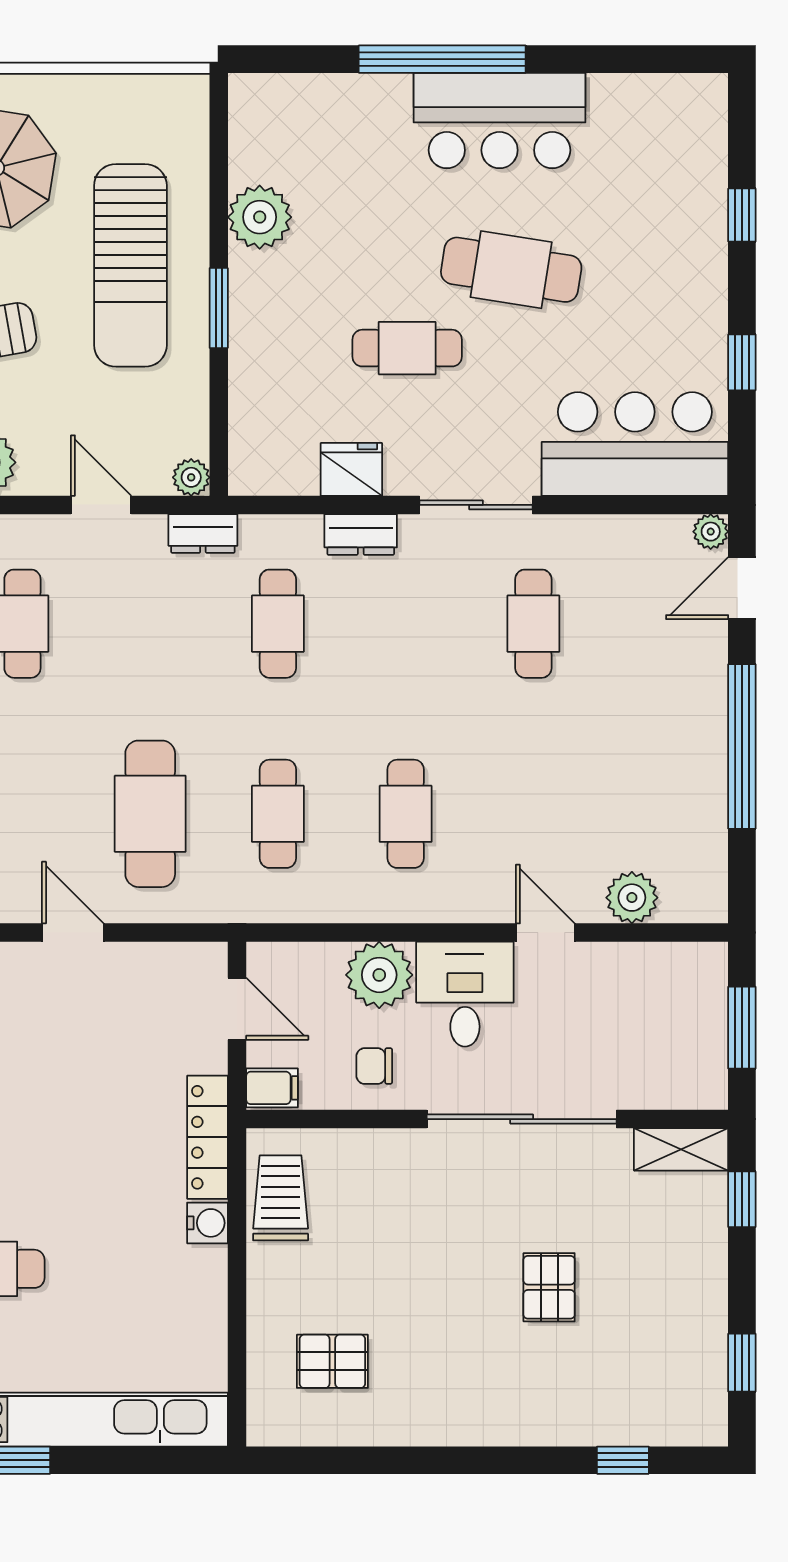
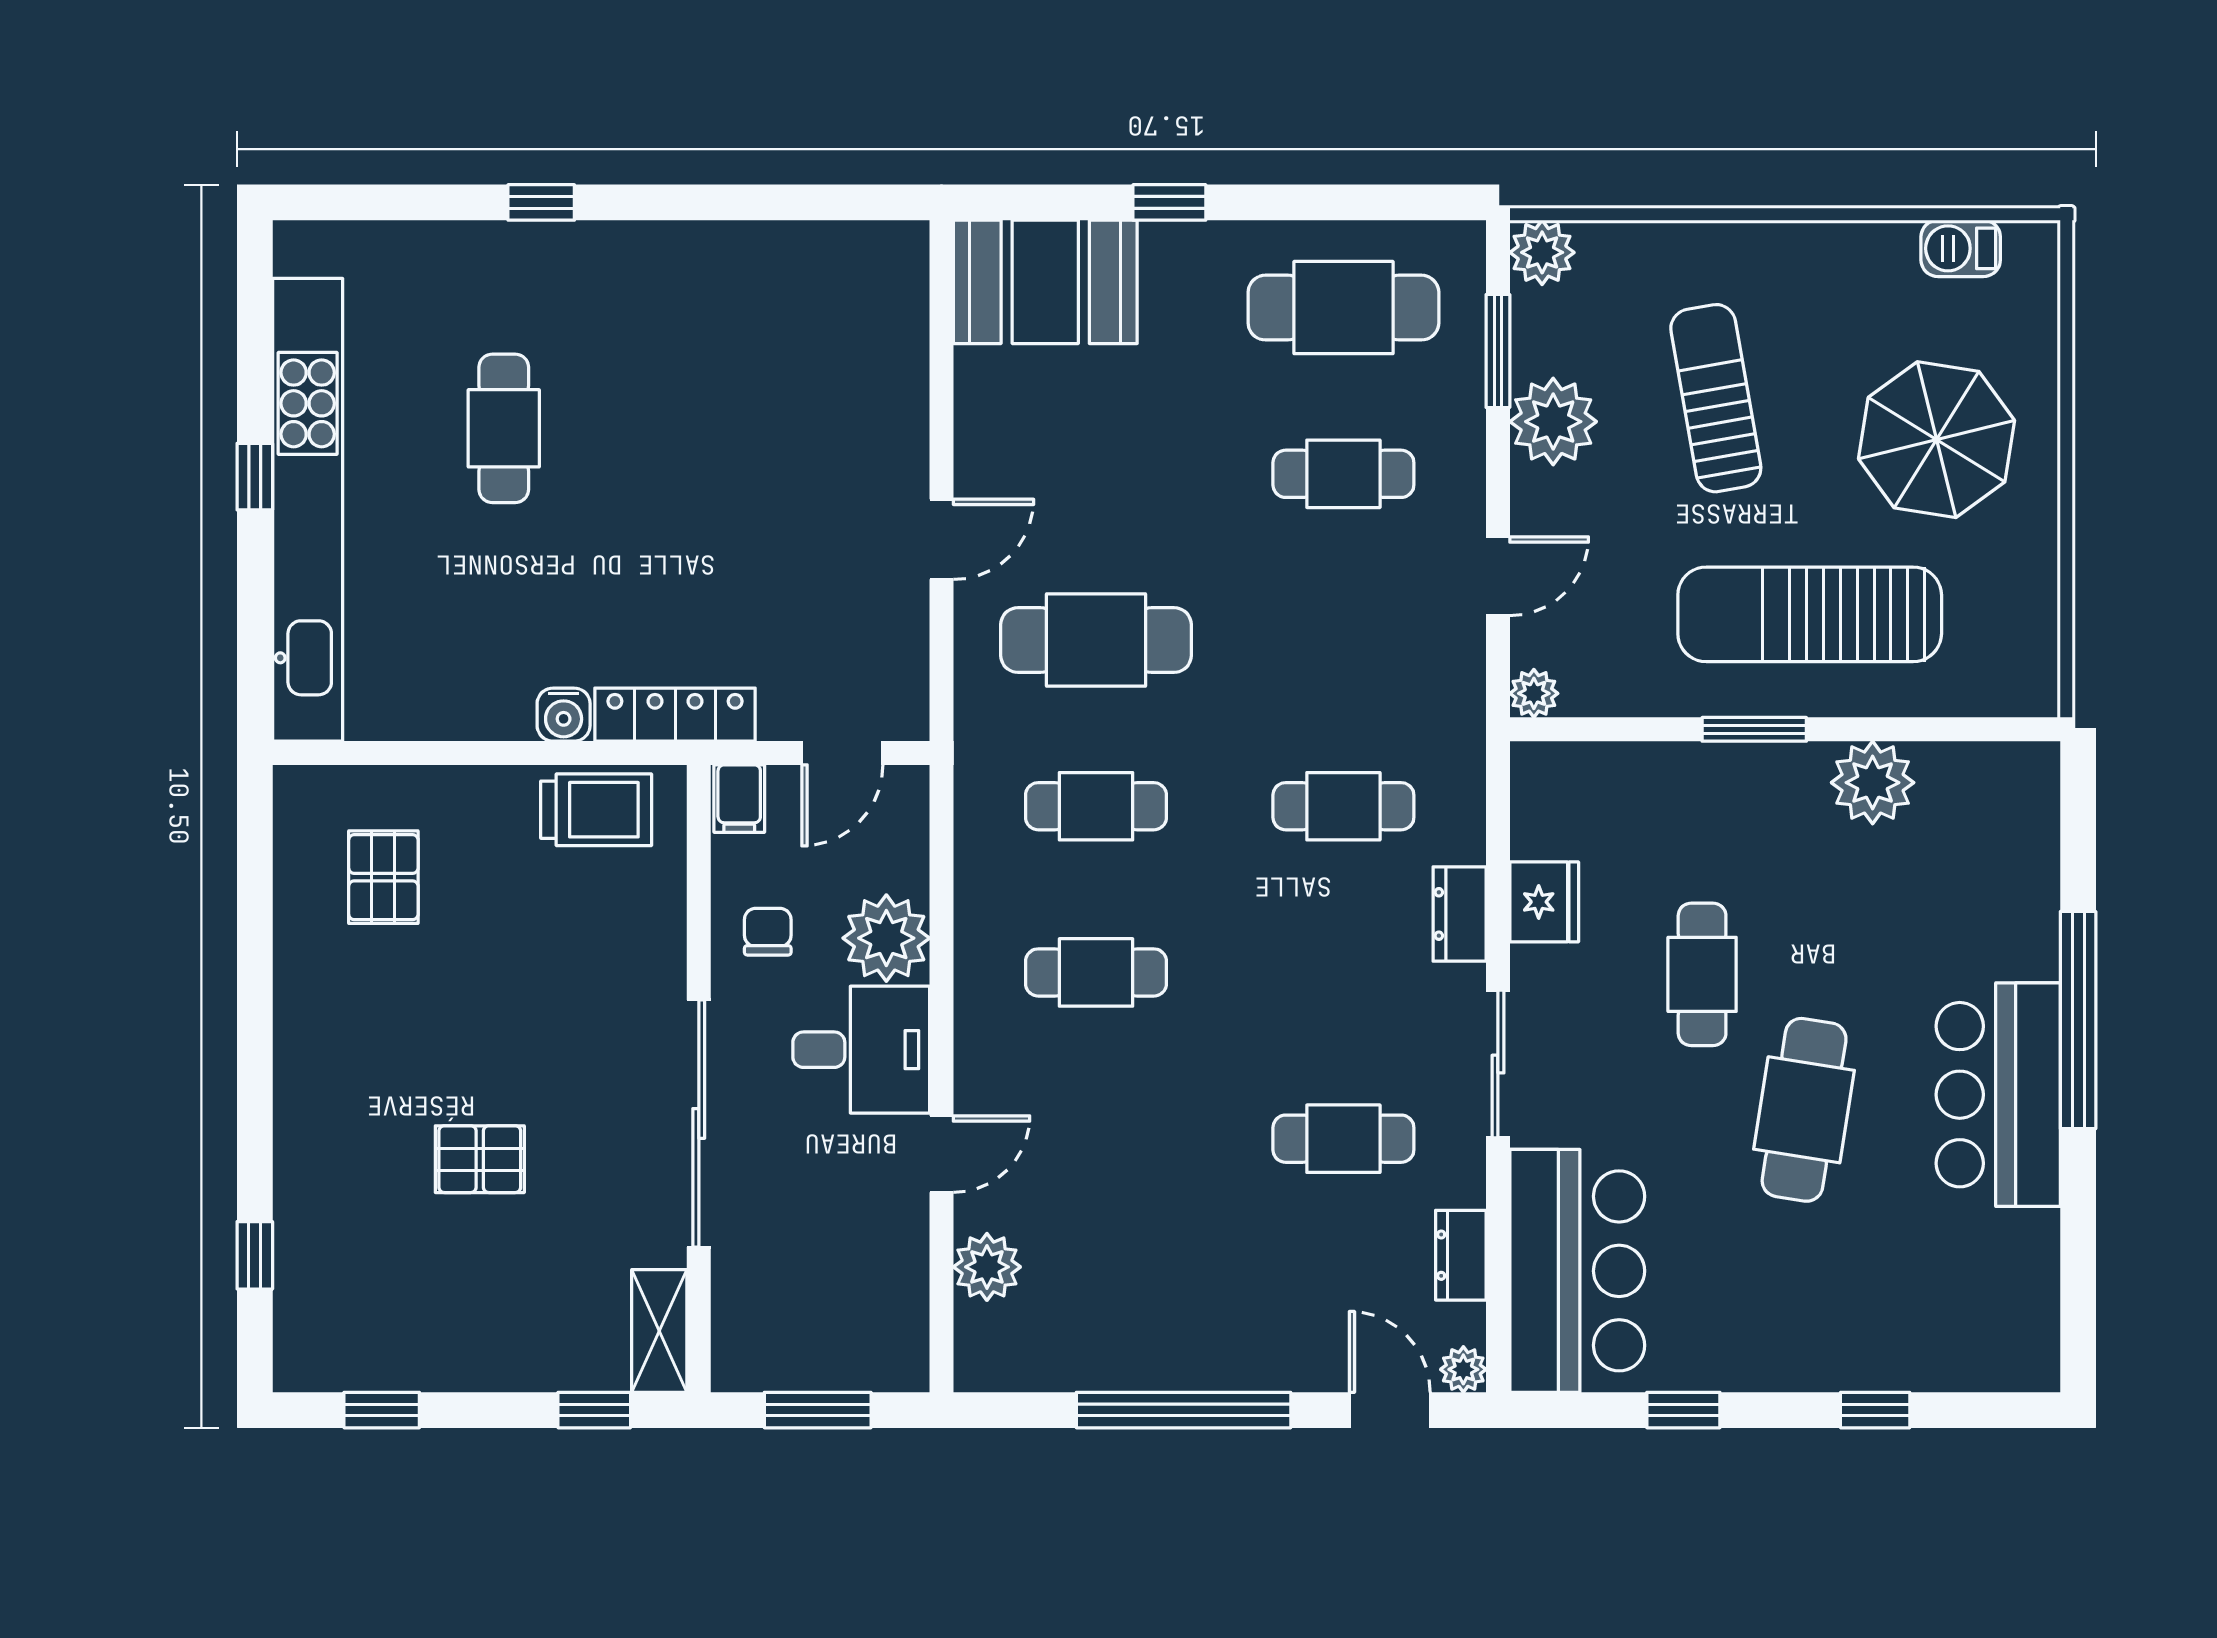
dresser: (203, 533) -> (1461, 1255), moved

